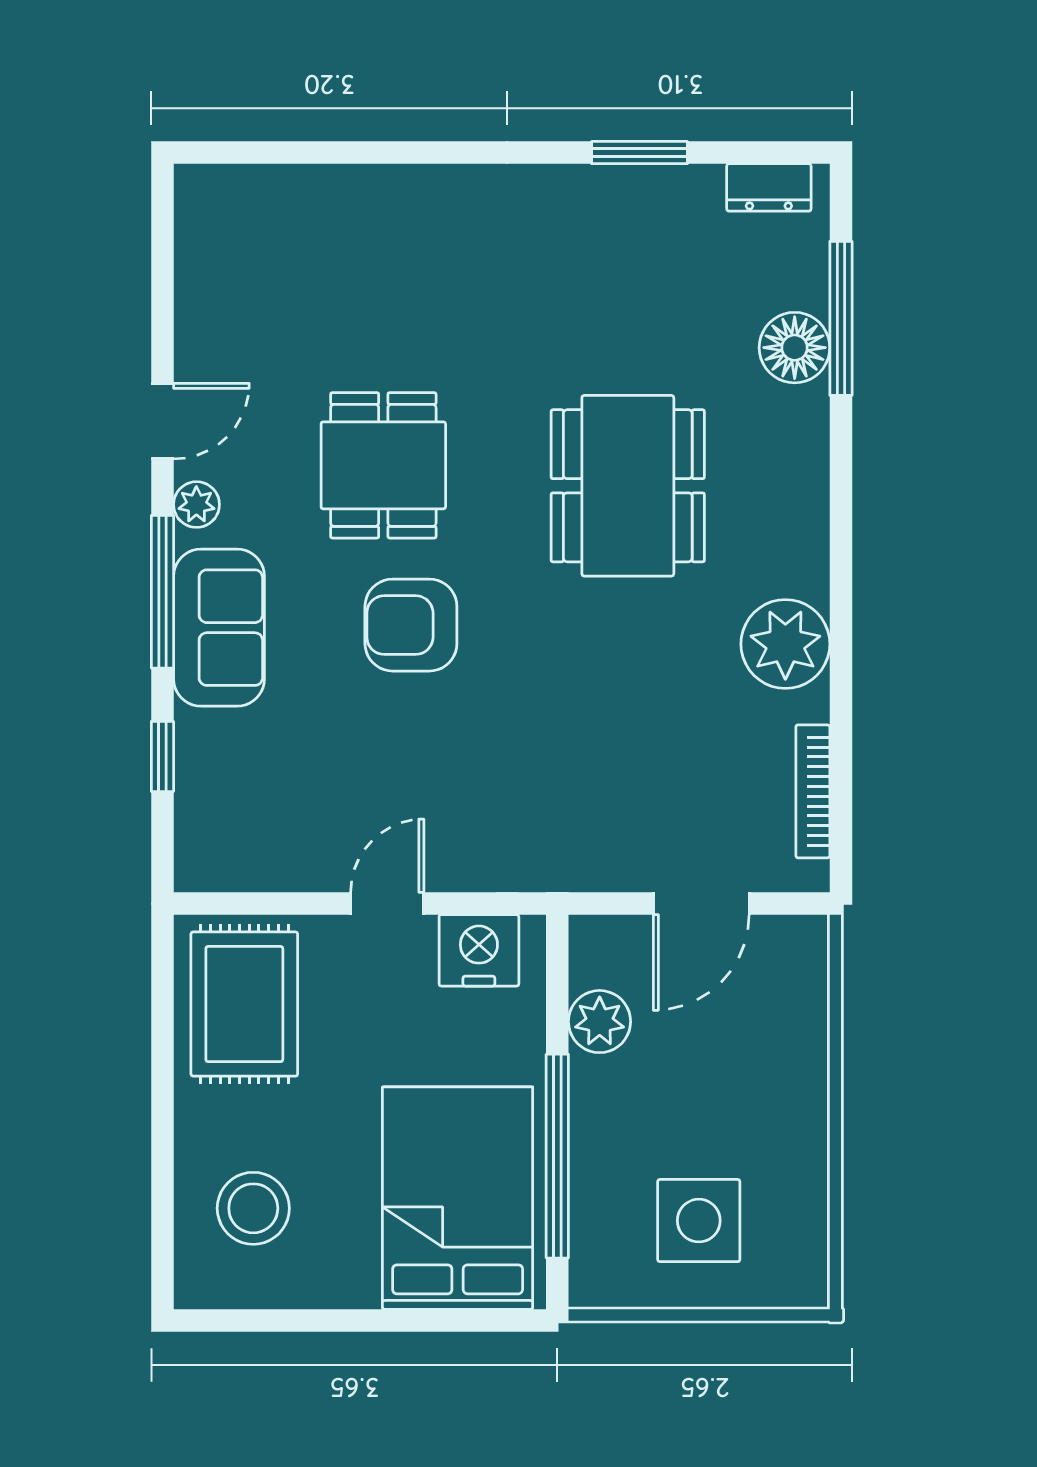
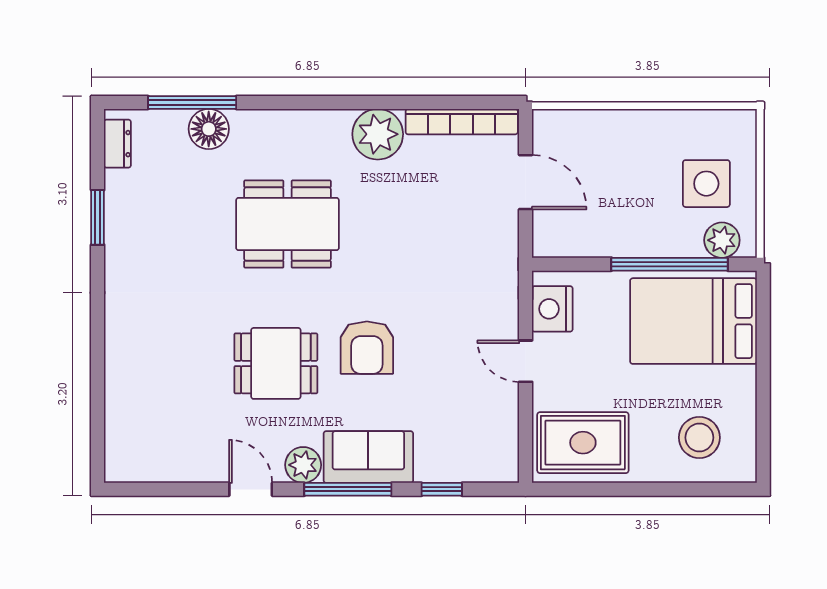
plant: (196, 505) -> (303, 465), width x1.38, depth x1.38
bookcase: (813, 791) -> (462, 122), width x1.48, depth x1.31
plant: (600, 1022) -> (722, 240), moved

